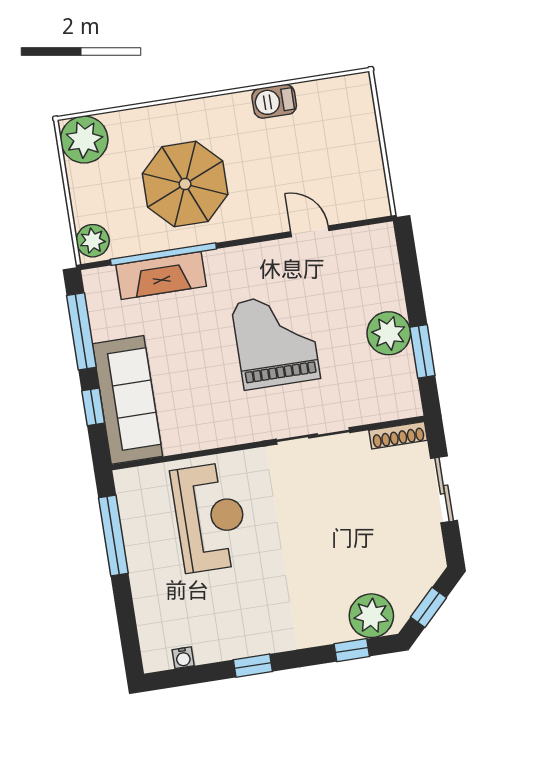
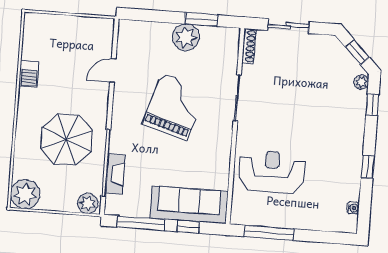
fireplace: (161, 275) -> (115, 174), width x0.73, depth x0.76
grand piano: (276, 341) -> (174, 107), turned 107
plant: (371, 616) -> (361, 82), width x0.53, depth x0.53

